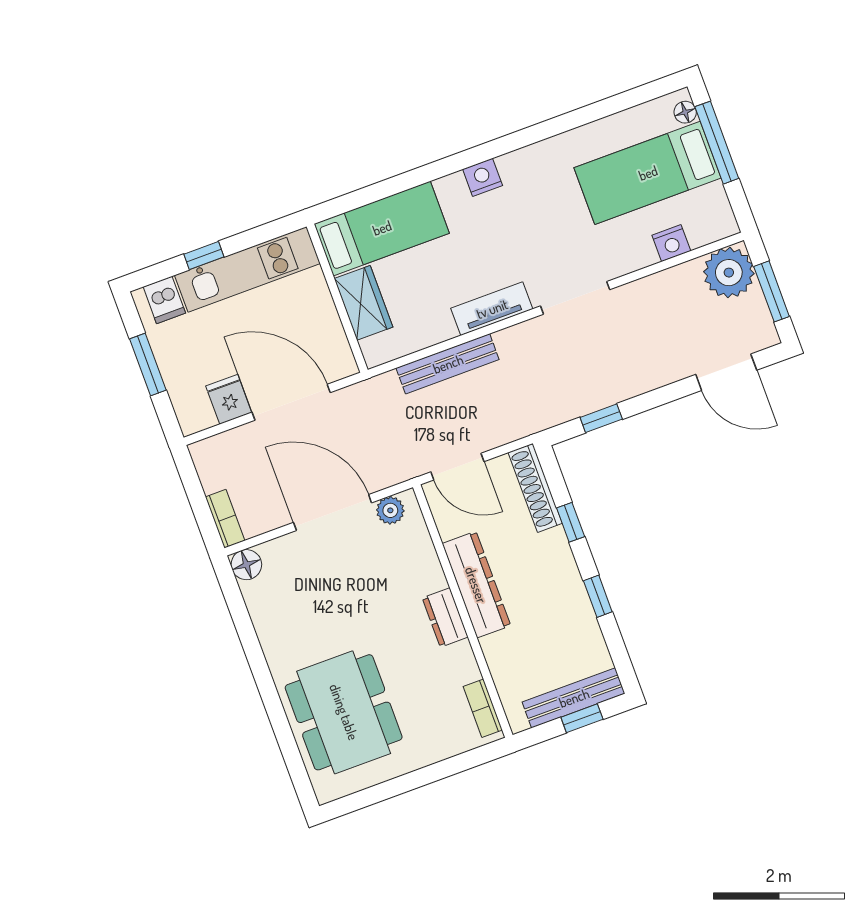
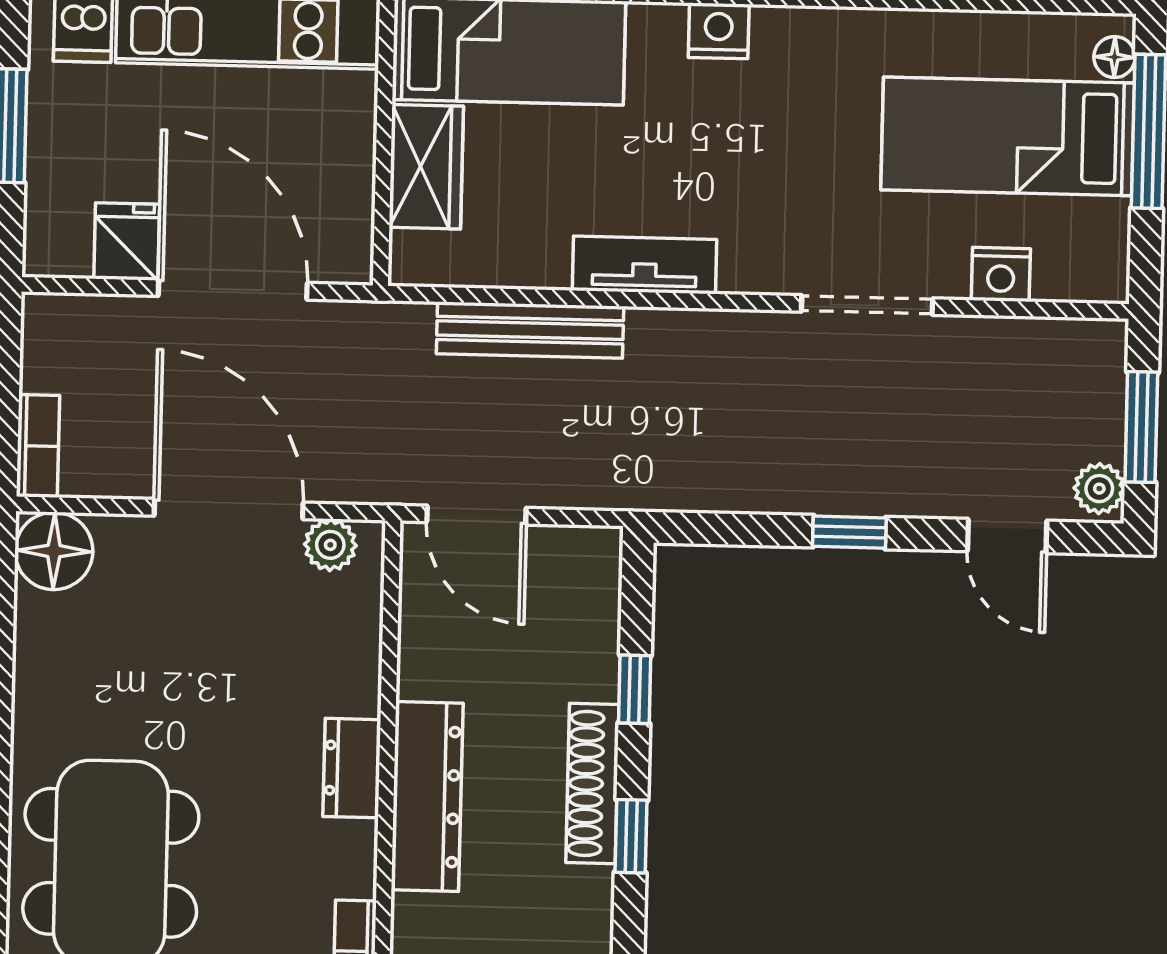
plant: (729, 273) -> (1099, 489), moved, width x0.53, depth x0.53
doorway: (575, 298) -> (867, 305), moved
door: (726, 372) -> (1007, 536), width x0.73
window: (601, 418) -> (849, 532), moved
shoe rack: (535, 488) -> (592, 784), moved
floor lamp: (246, 565) -> (54, 551), width x1.38, depth x1.38
dresser: (476, 585) -> (427, 796), moved

